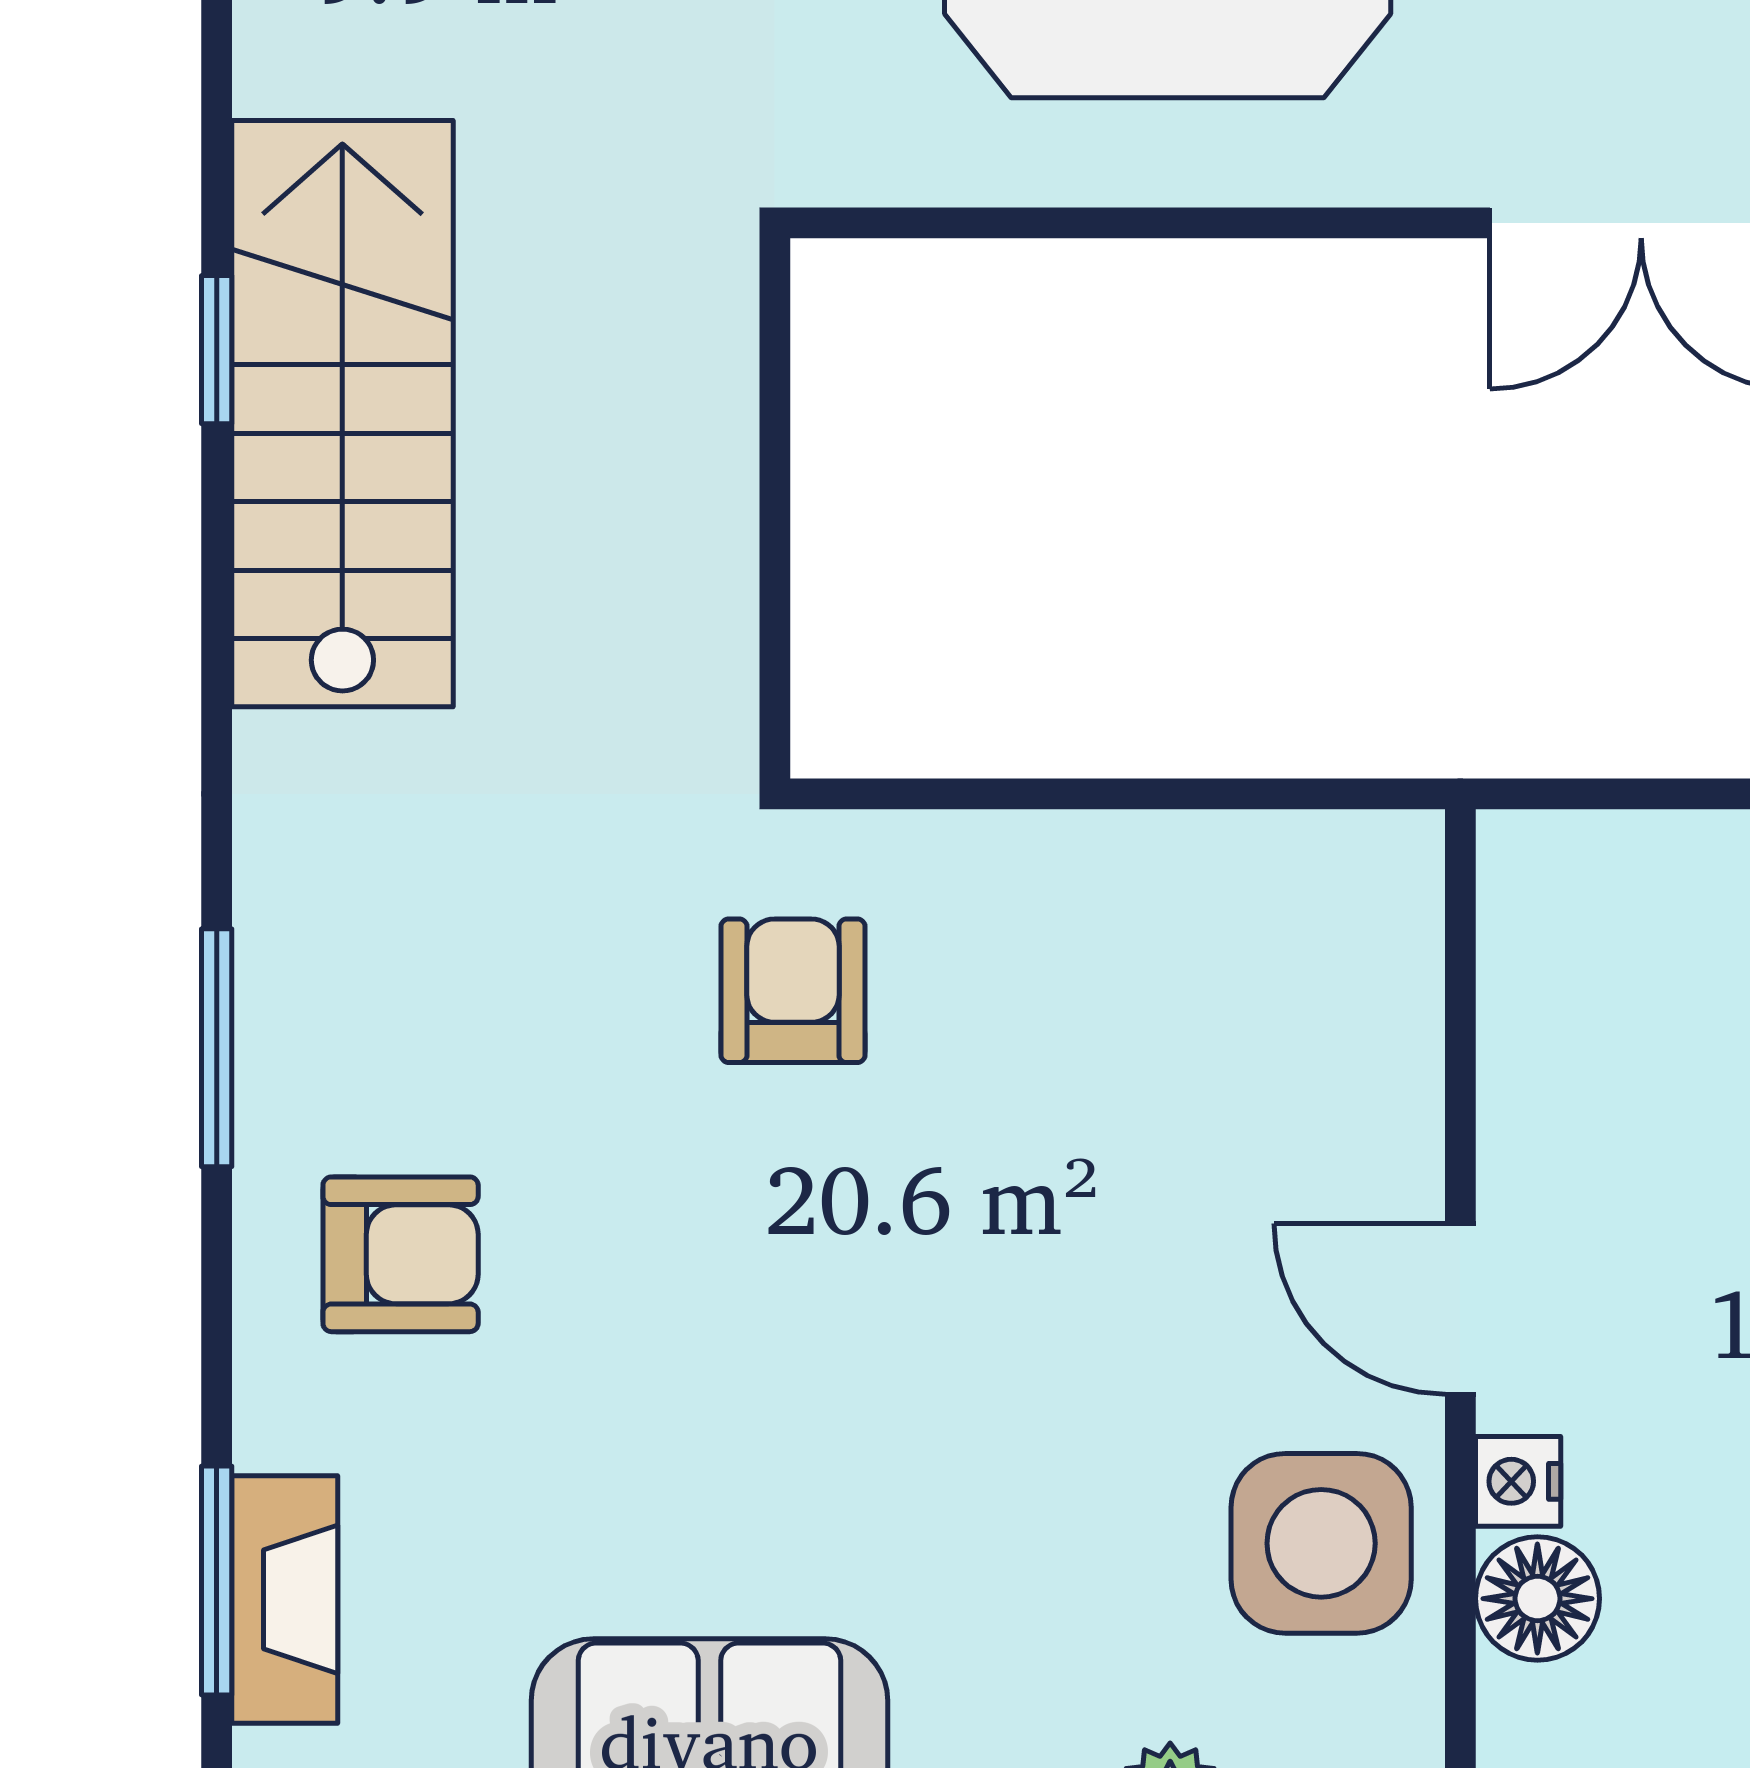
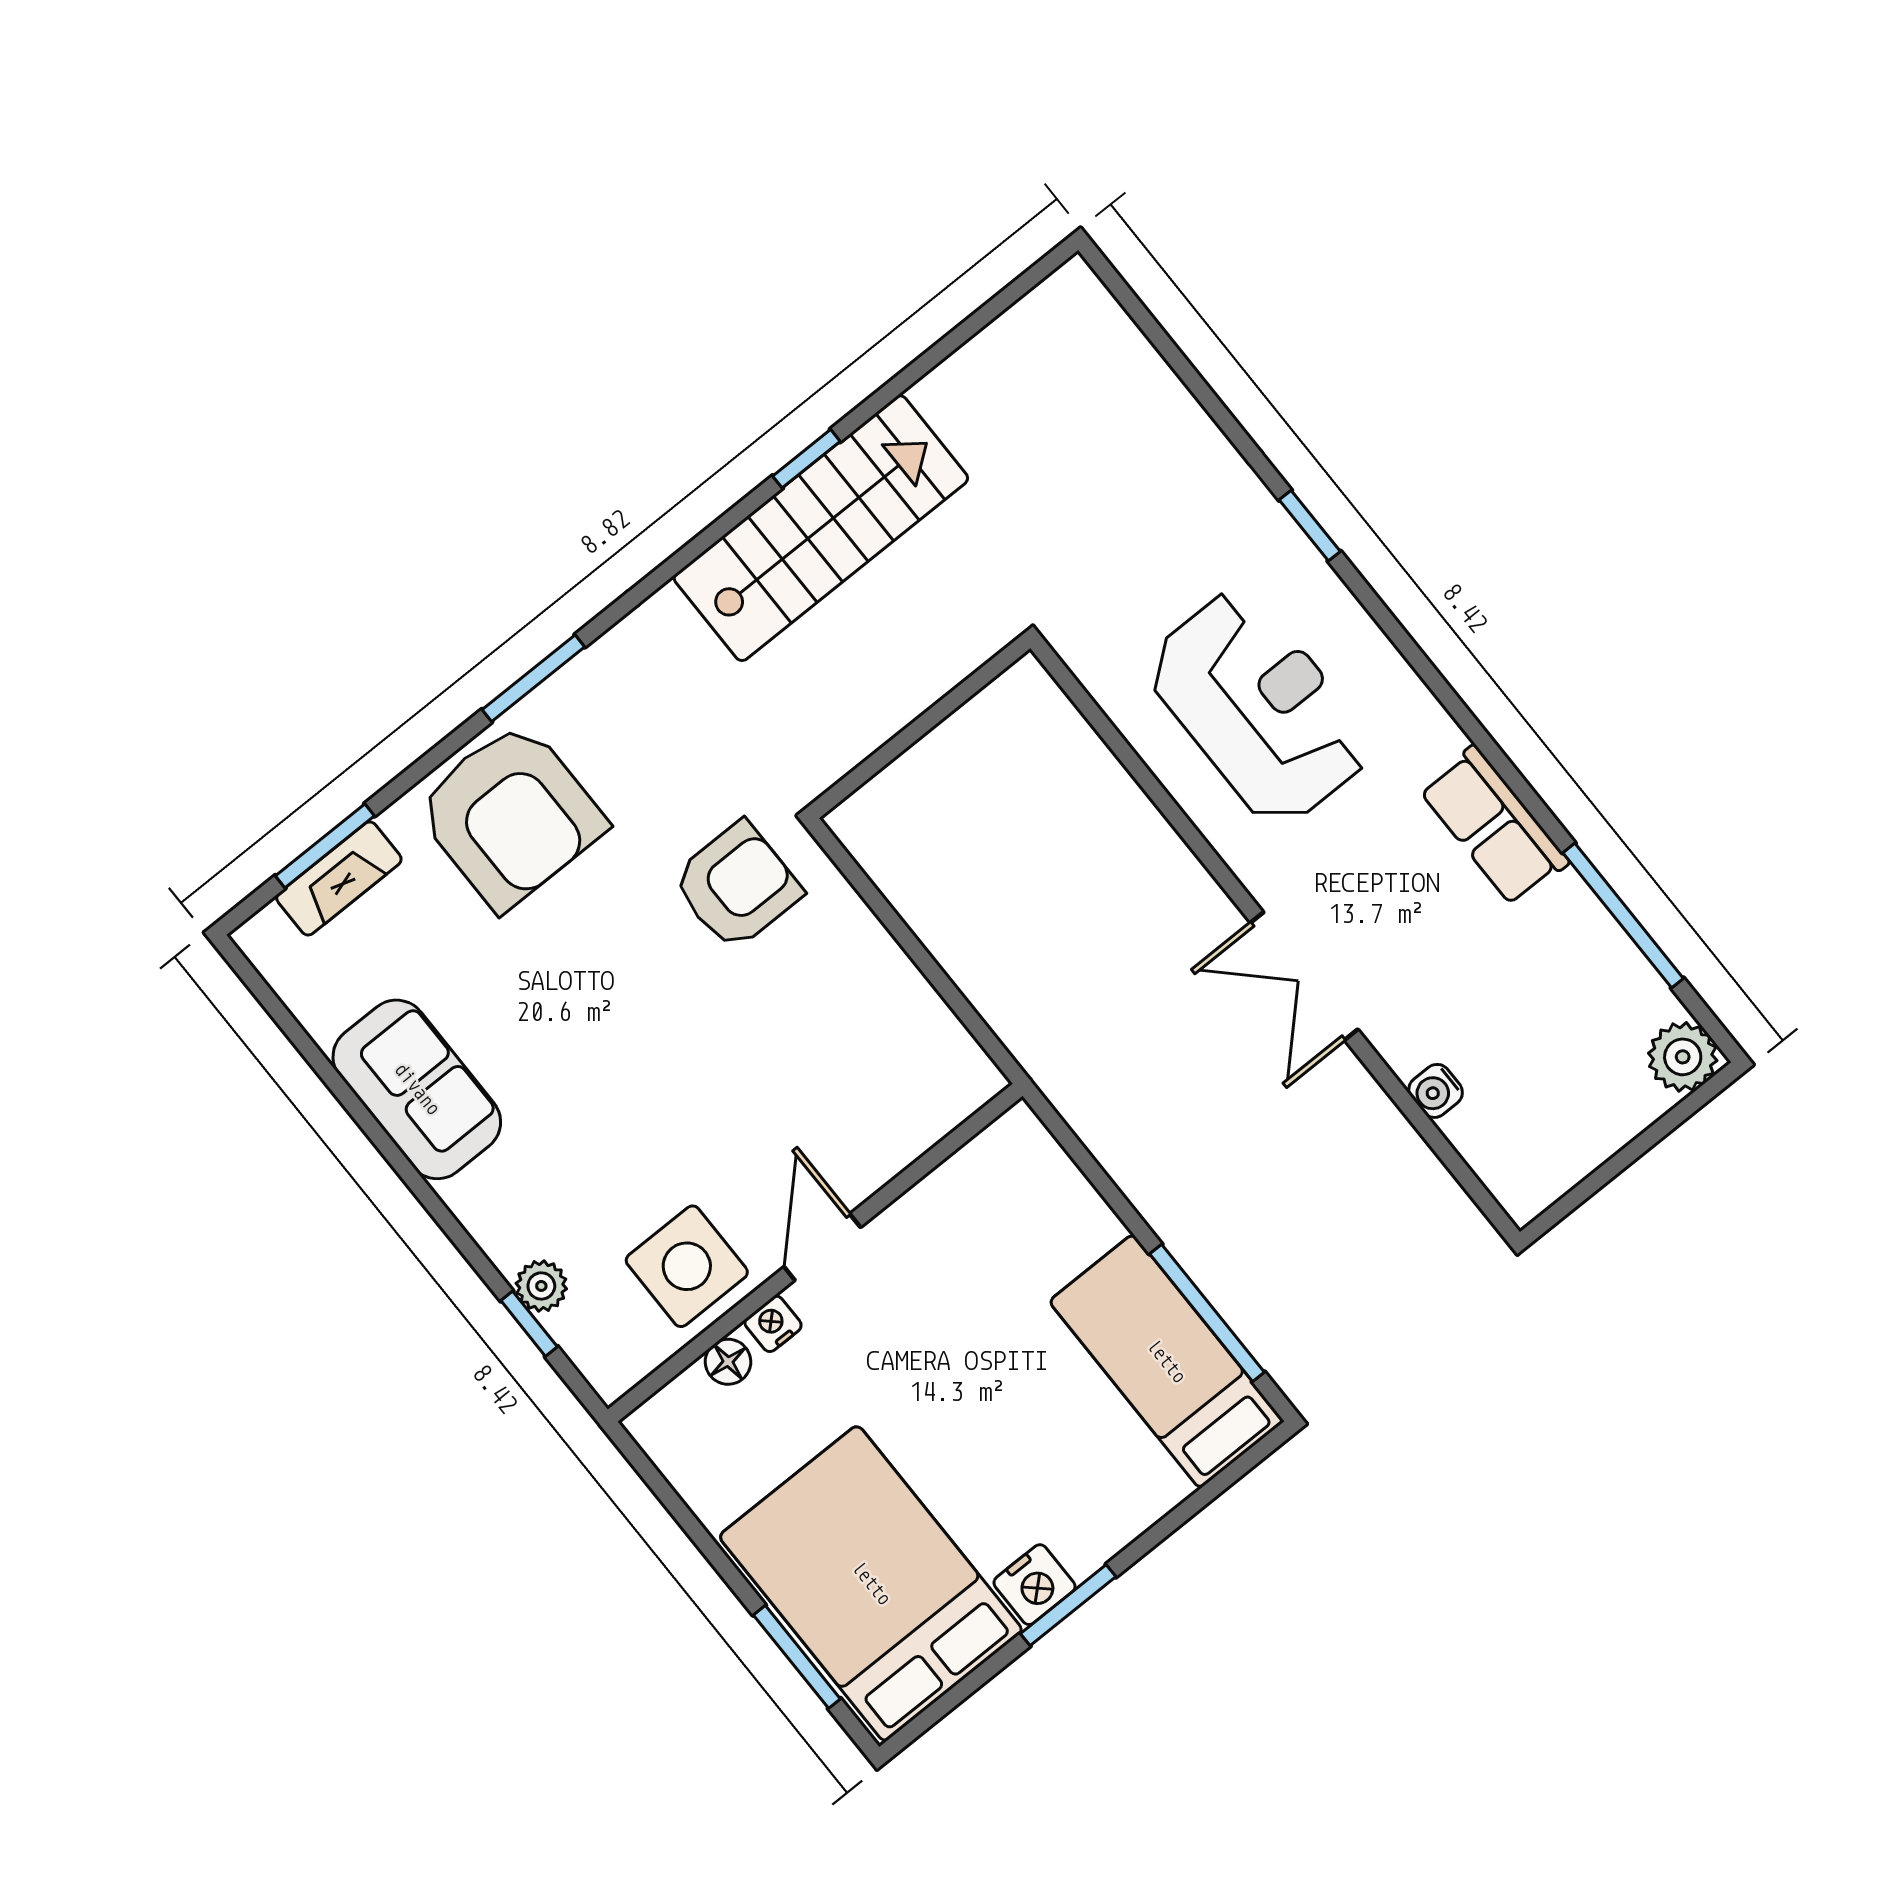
armchair: (793, 991) -> (737, 886), width x1.38, depth x1.38
armchair: (401, 1254) -> (510, 815), width x1.88, depth x1.88
floor lamp: (1537, 1599) -> (728, 1362), width x0.73, depth x0.73

